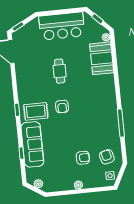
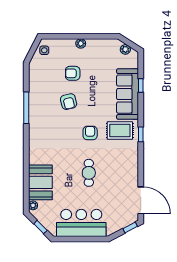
armchair: (107, 157) -> (69, 102), moved

